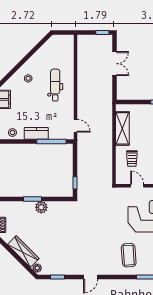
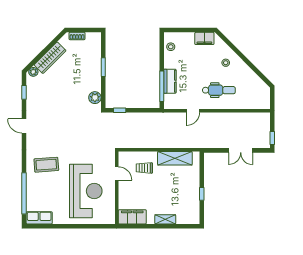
door: (76, 126) -> (193, 111), moved
kitchen counter: (36, 133) -> (170, 81), moved
door: (137, 186) -> (117, 173), hinge flipped
plant: (41, 207) -> (95, 98), moved

